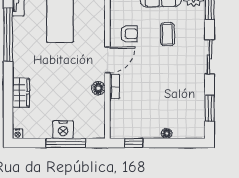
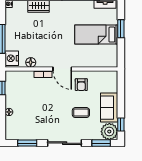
sliding door: (210, 57) -> (65, 143), width x1.37
floor lamp: (98, 88) -> (31, 62), moved
nightstand: (63, 130) -> (12, 58), moved

